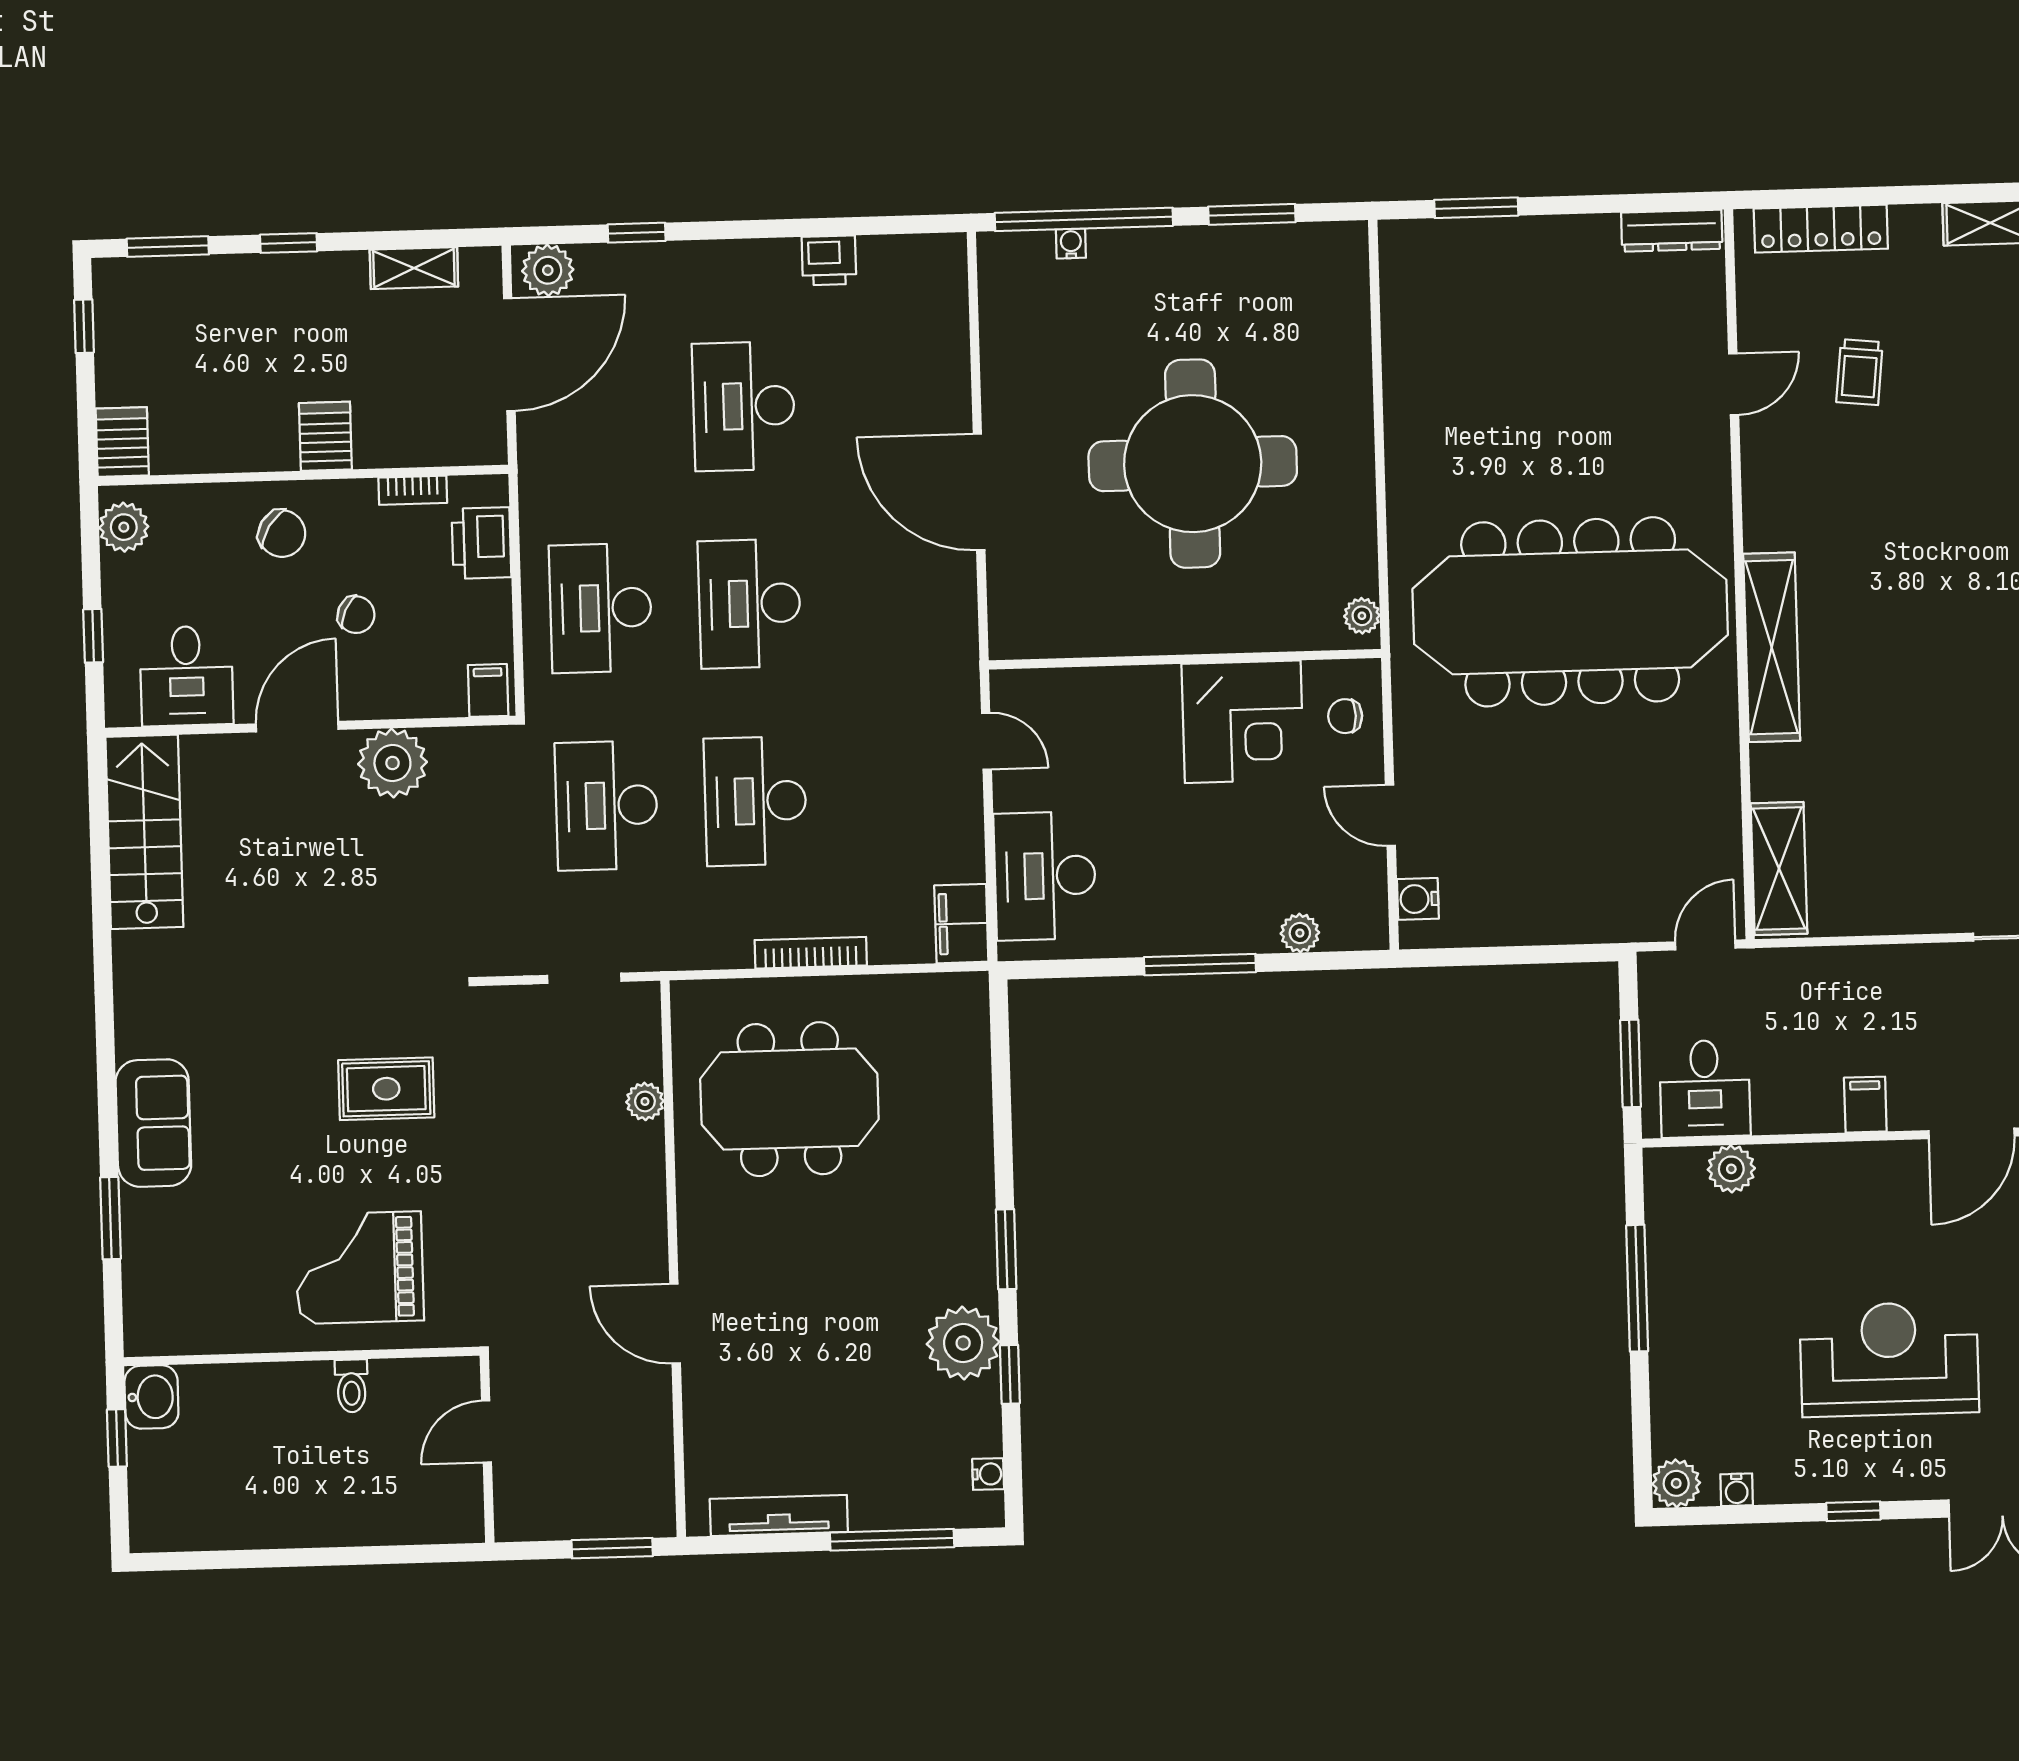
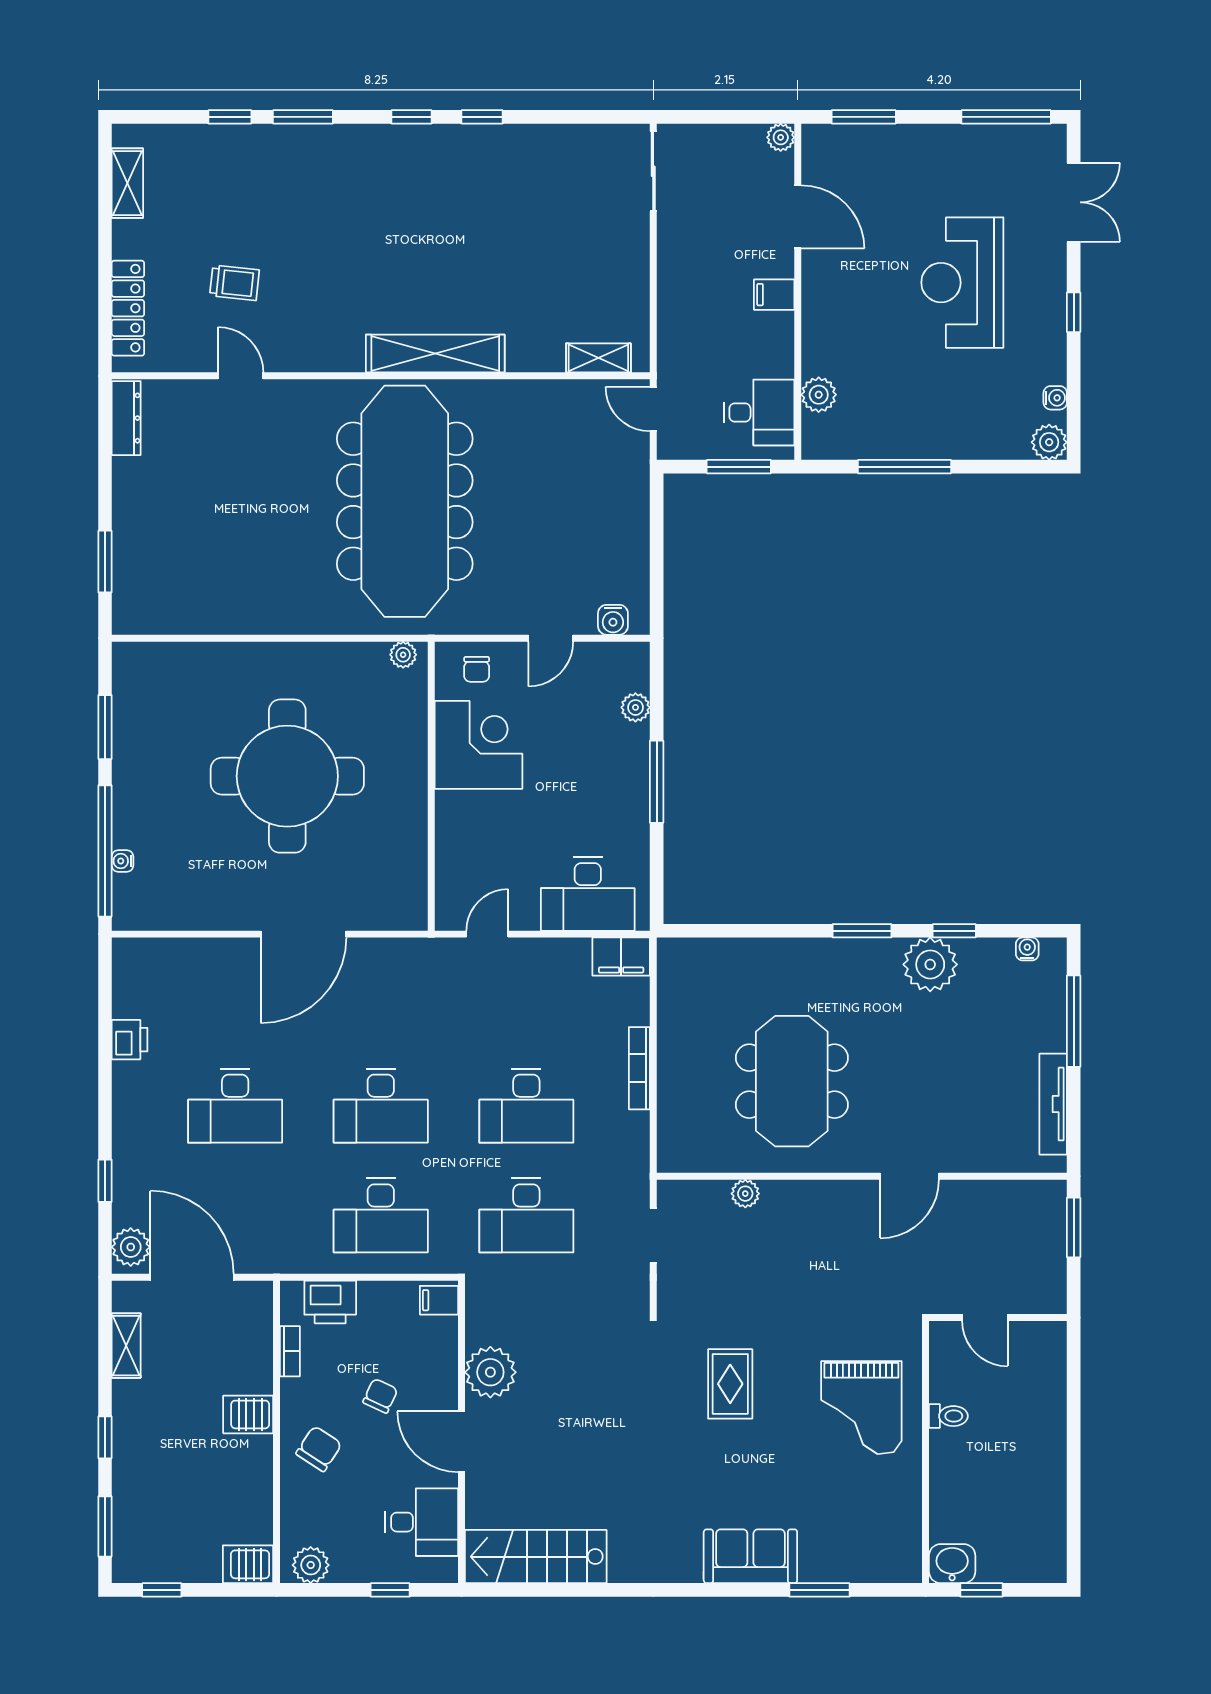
shelving: (1779, 869) -> (598, 358), width x0.67, depth x0.75
meeting table: (789, 1099) -> (792, 1081), moved

